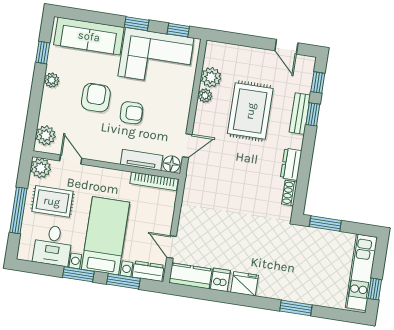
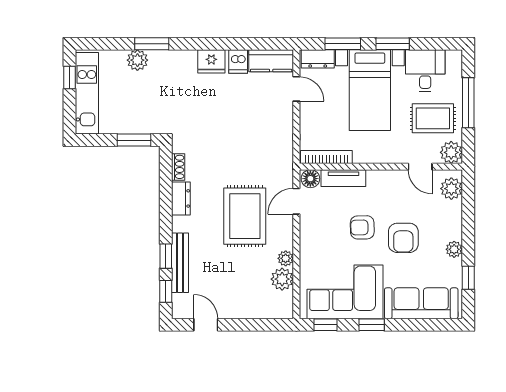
rug: (250, 111) -> (245, 216), moved
bench: (300, 114) -> (180, 263), width x1.36
plant: (311, 295) -> (137, 60), added

